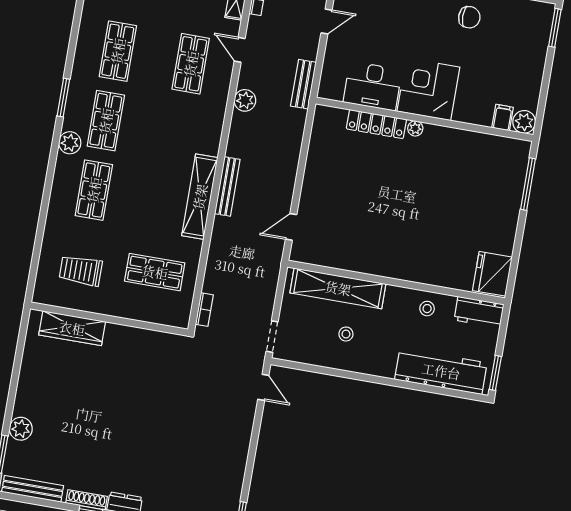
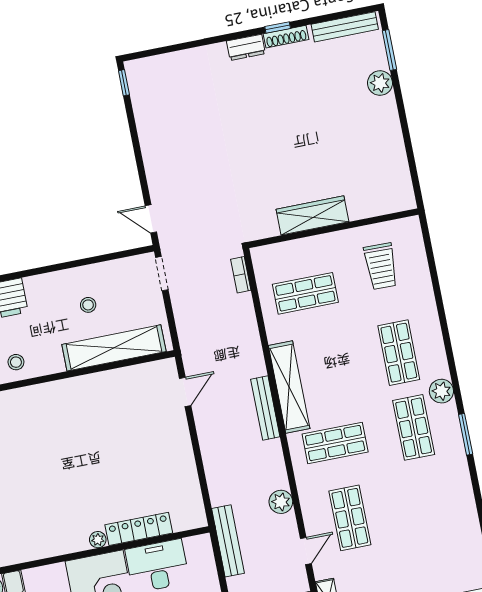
door: (240, 50) -> (306, 551), hinge flipped
shop shelf: (118, 51) -> (335, 443), moved, turned 90
bench: (303, 84) -> (228, 541), width x1.36
trolley: (81, 271) -> (381, 266), turned 91
wardrobe: (72, 328) -> (312, 215), moved

